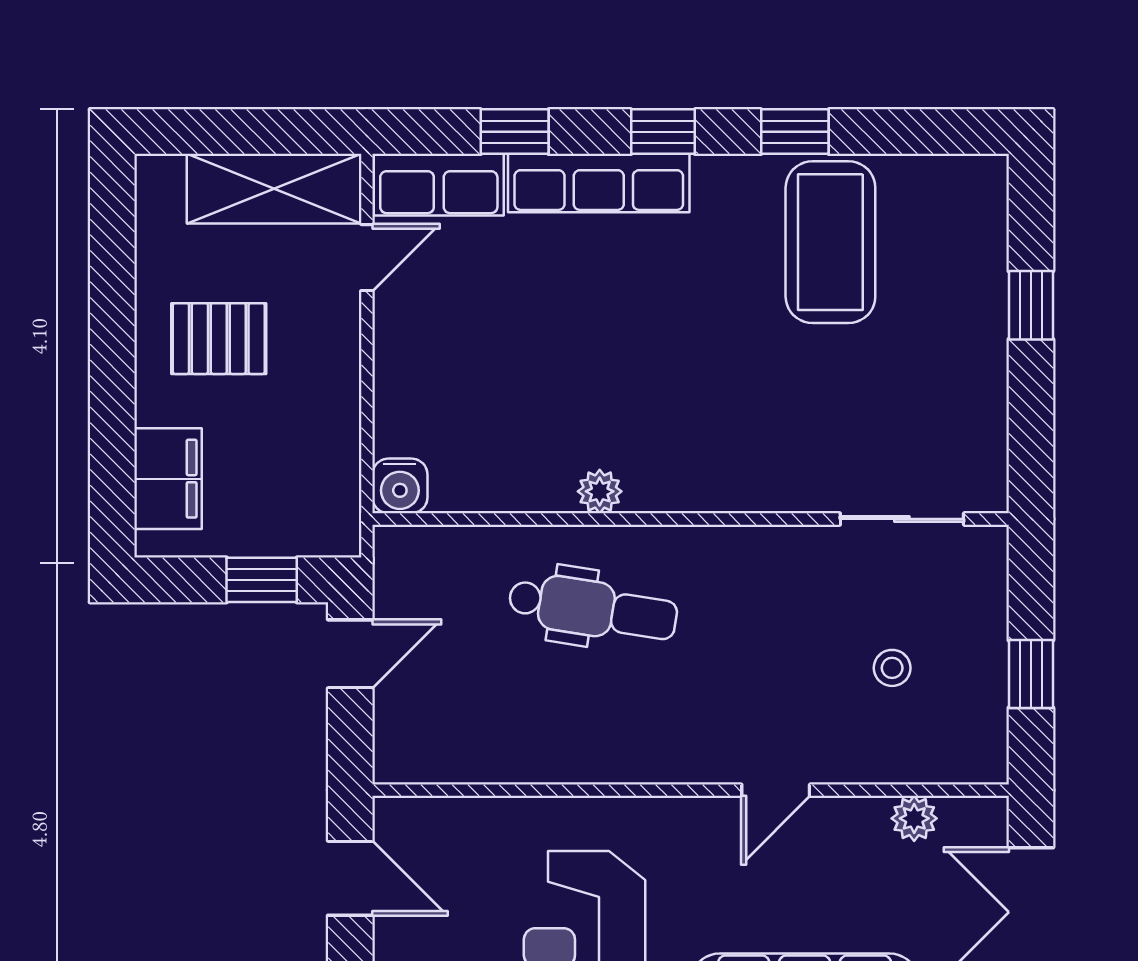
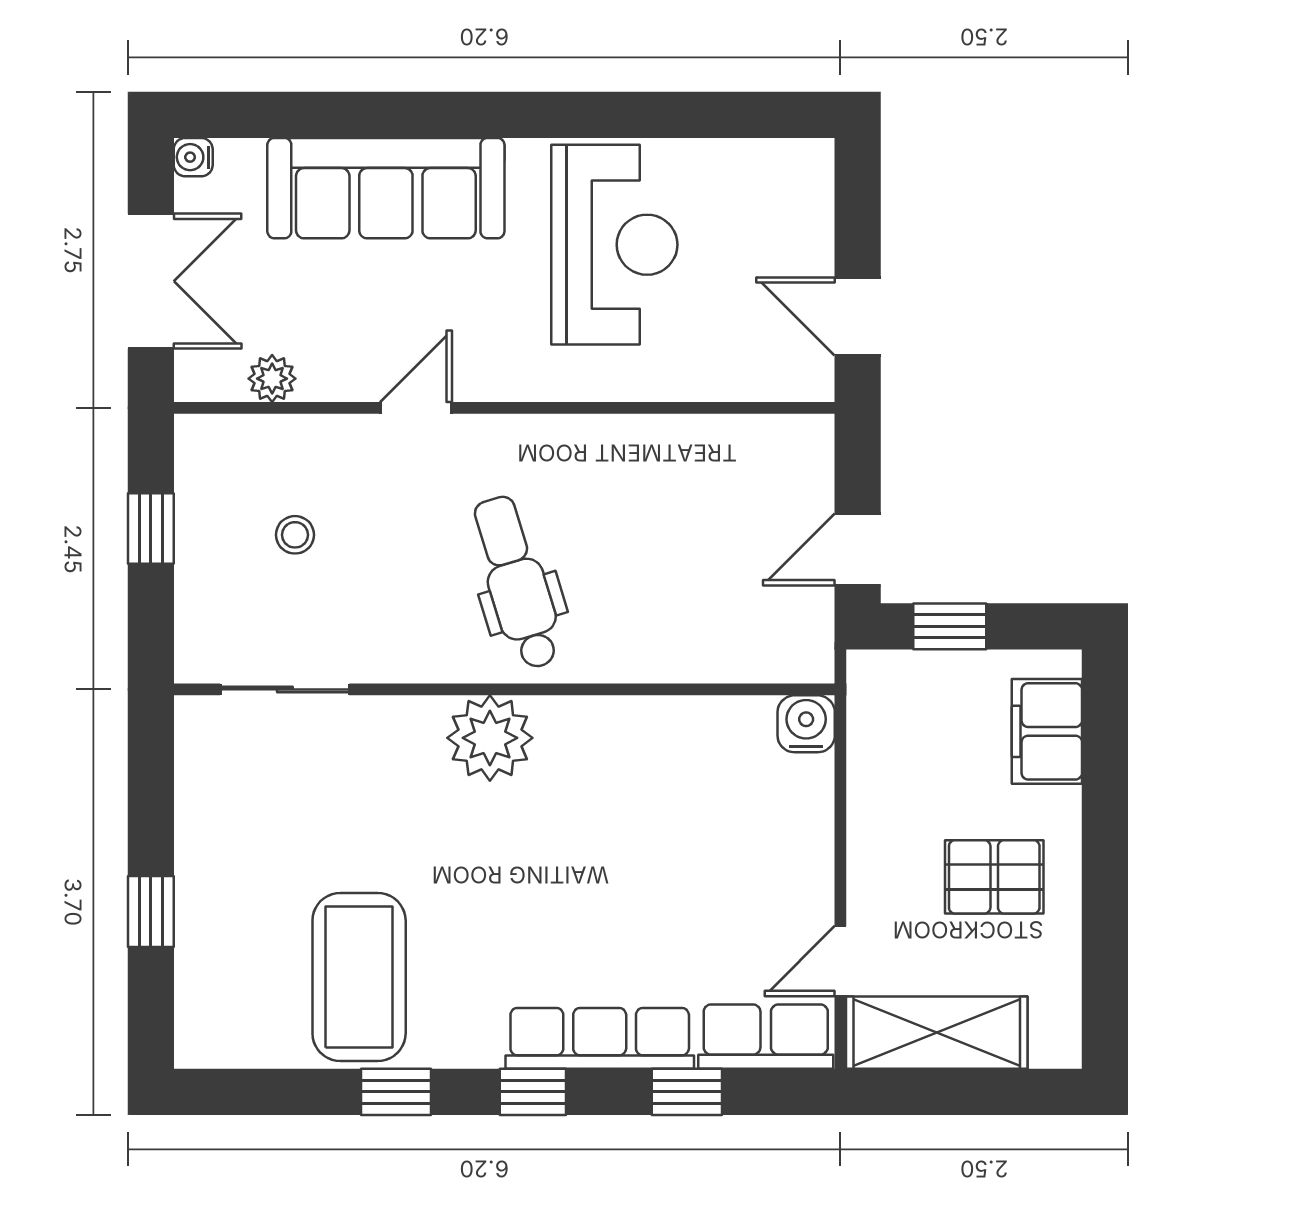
plant: (600, 491) -> (490, 738), moved, width x1.87, depth x1.87
dental chair: (593, 609) -> (517, 583), moved, turned 64

